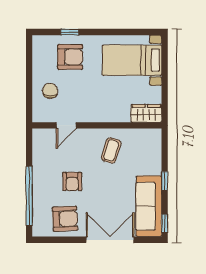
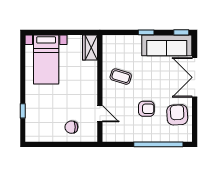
armchair: (70, 57) -> (43, 111), removed

